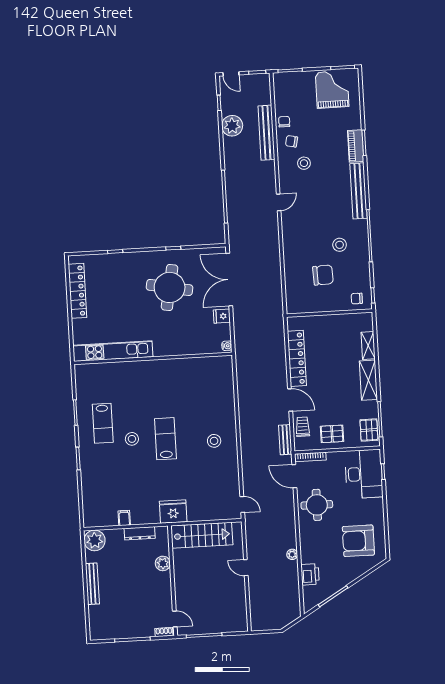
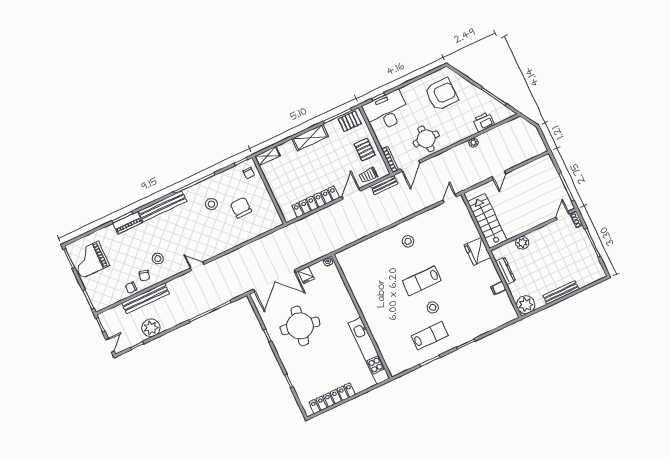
shelving: (368, 345) -> (267, 156), moved
armchair: (358, 541) -> (441, 94), turned -90

